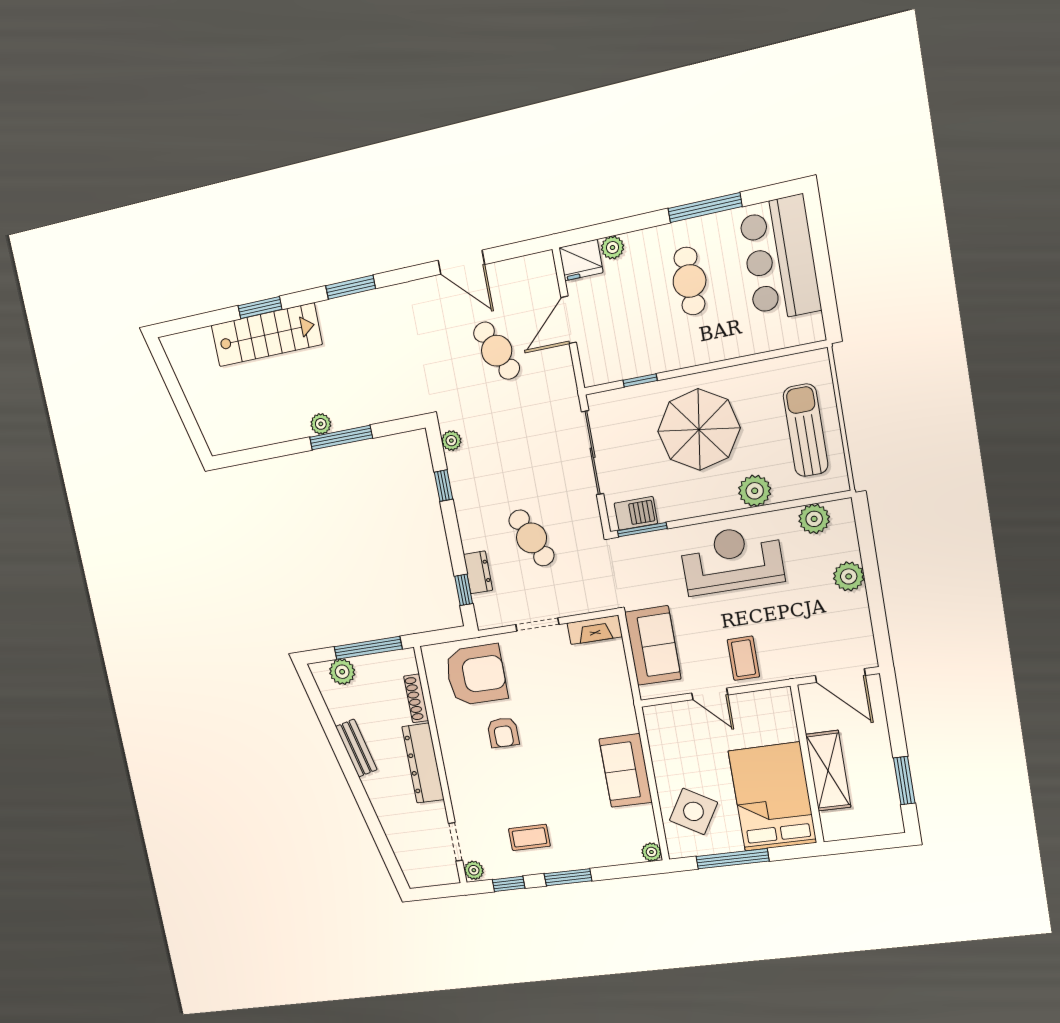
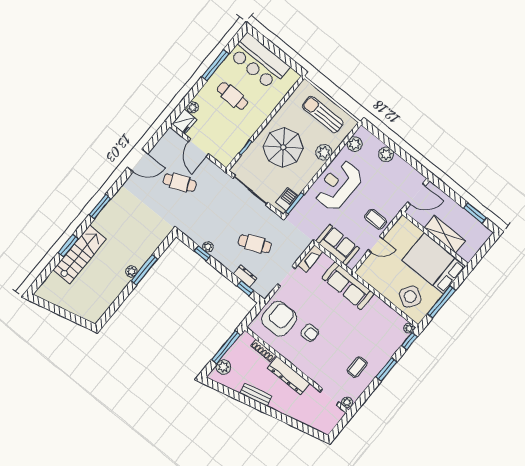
plant: (451, 441) -> (208, 247), moved
sofa: (626, 771) -> (348, 286), moved, width x1.36
window: (509, 884) -> (409, 341), moved

